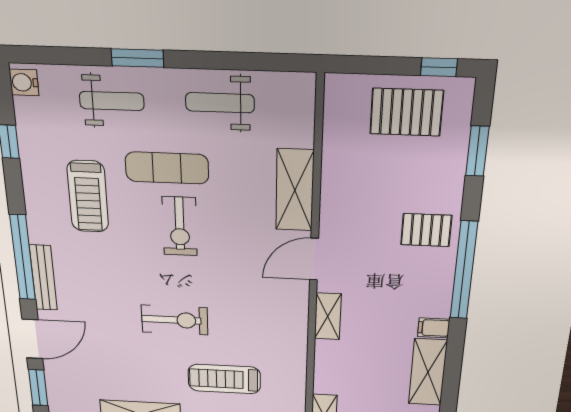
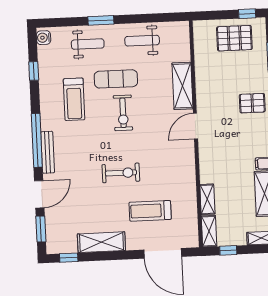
shelving: (328, 316) -> (207, 199), moved

